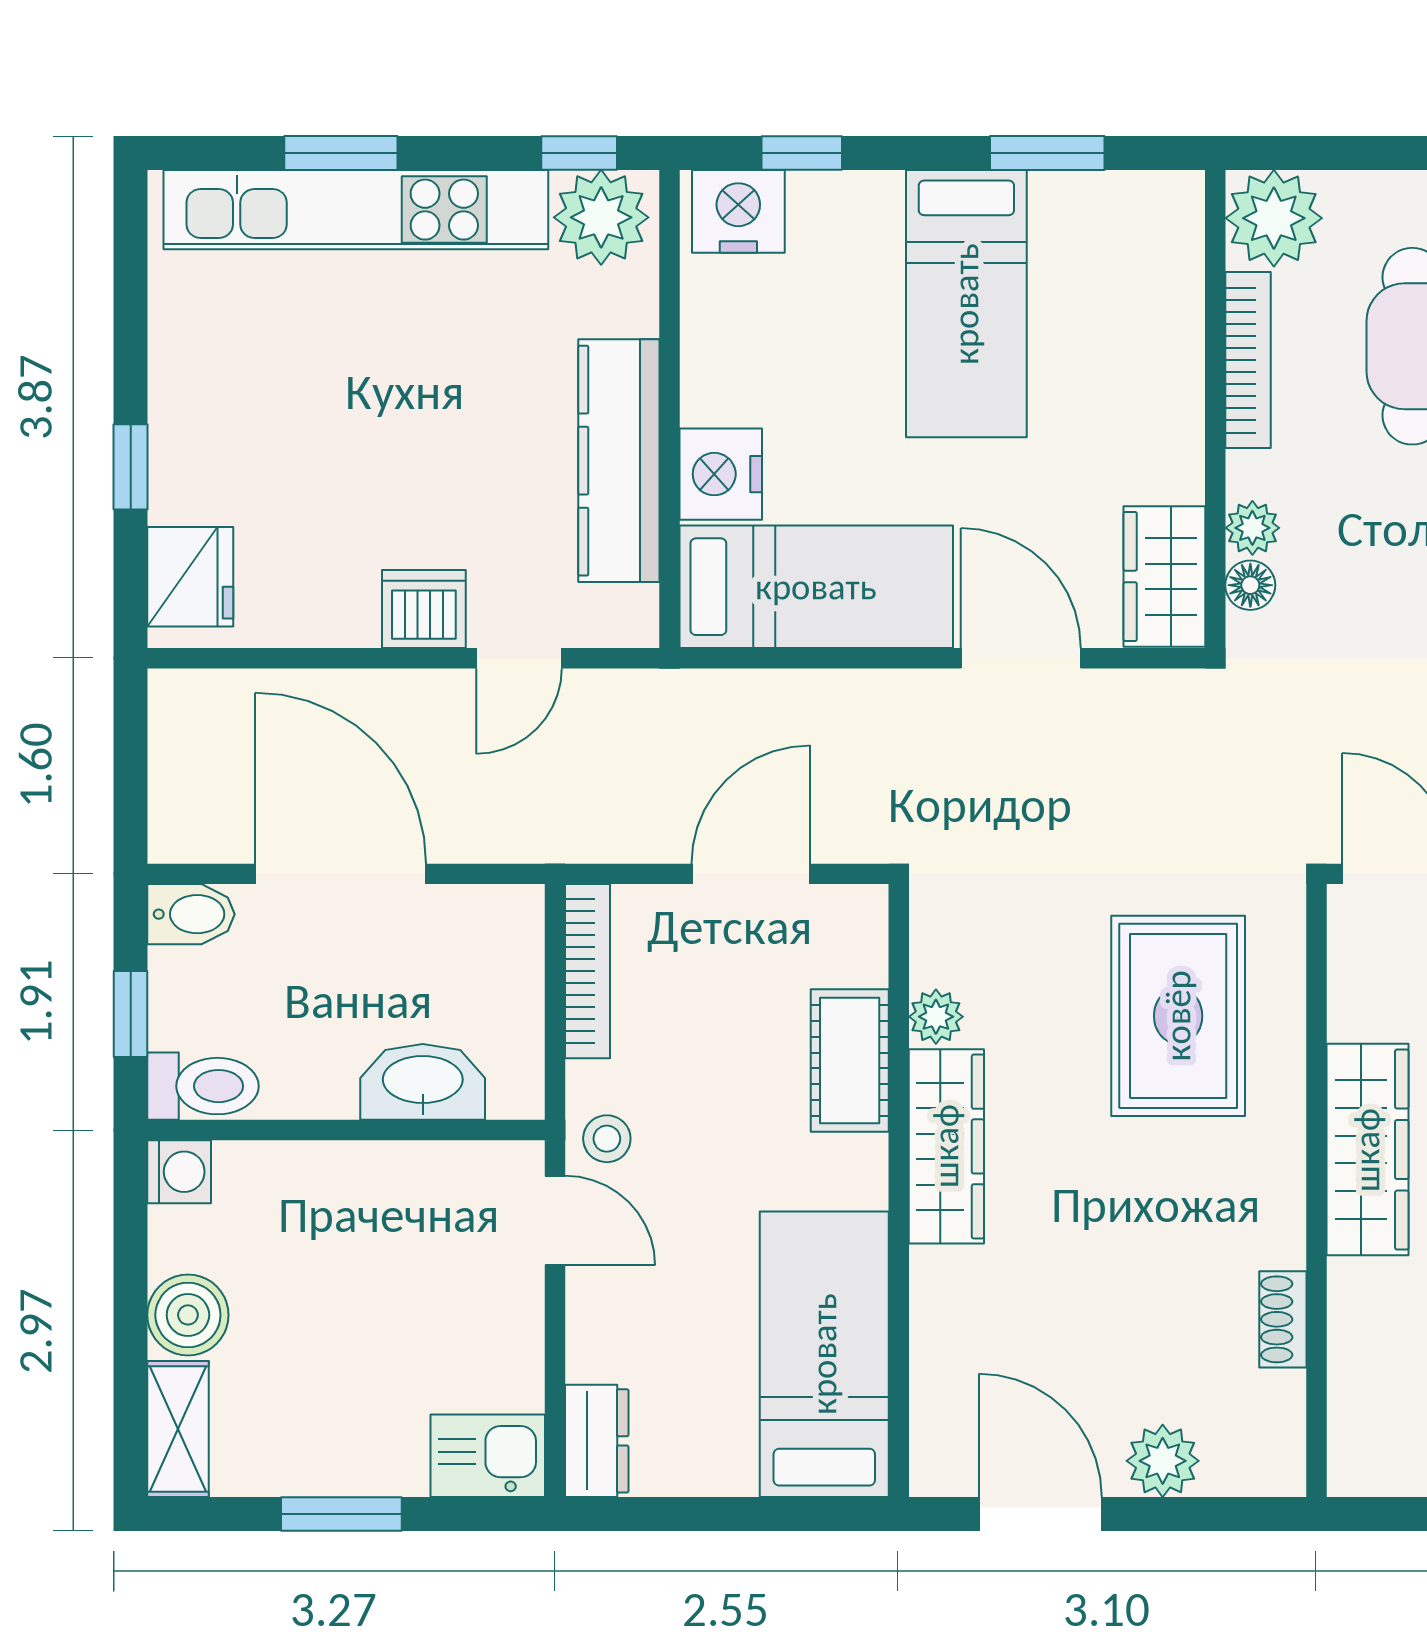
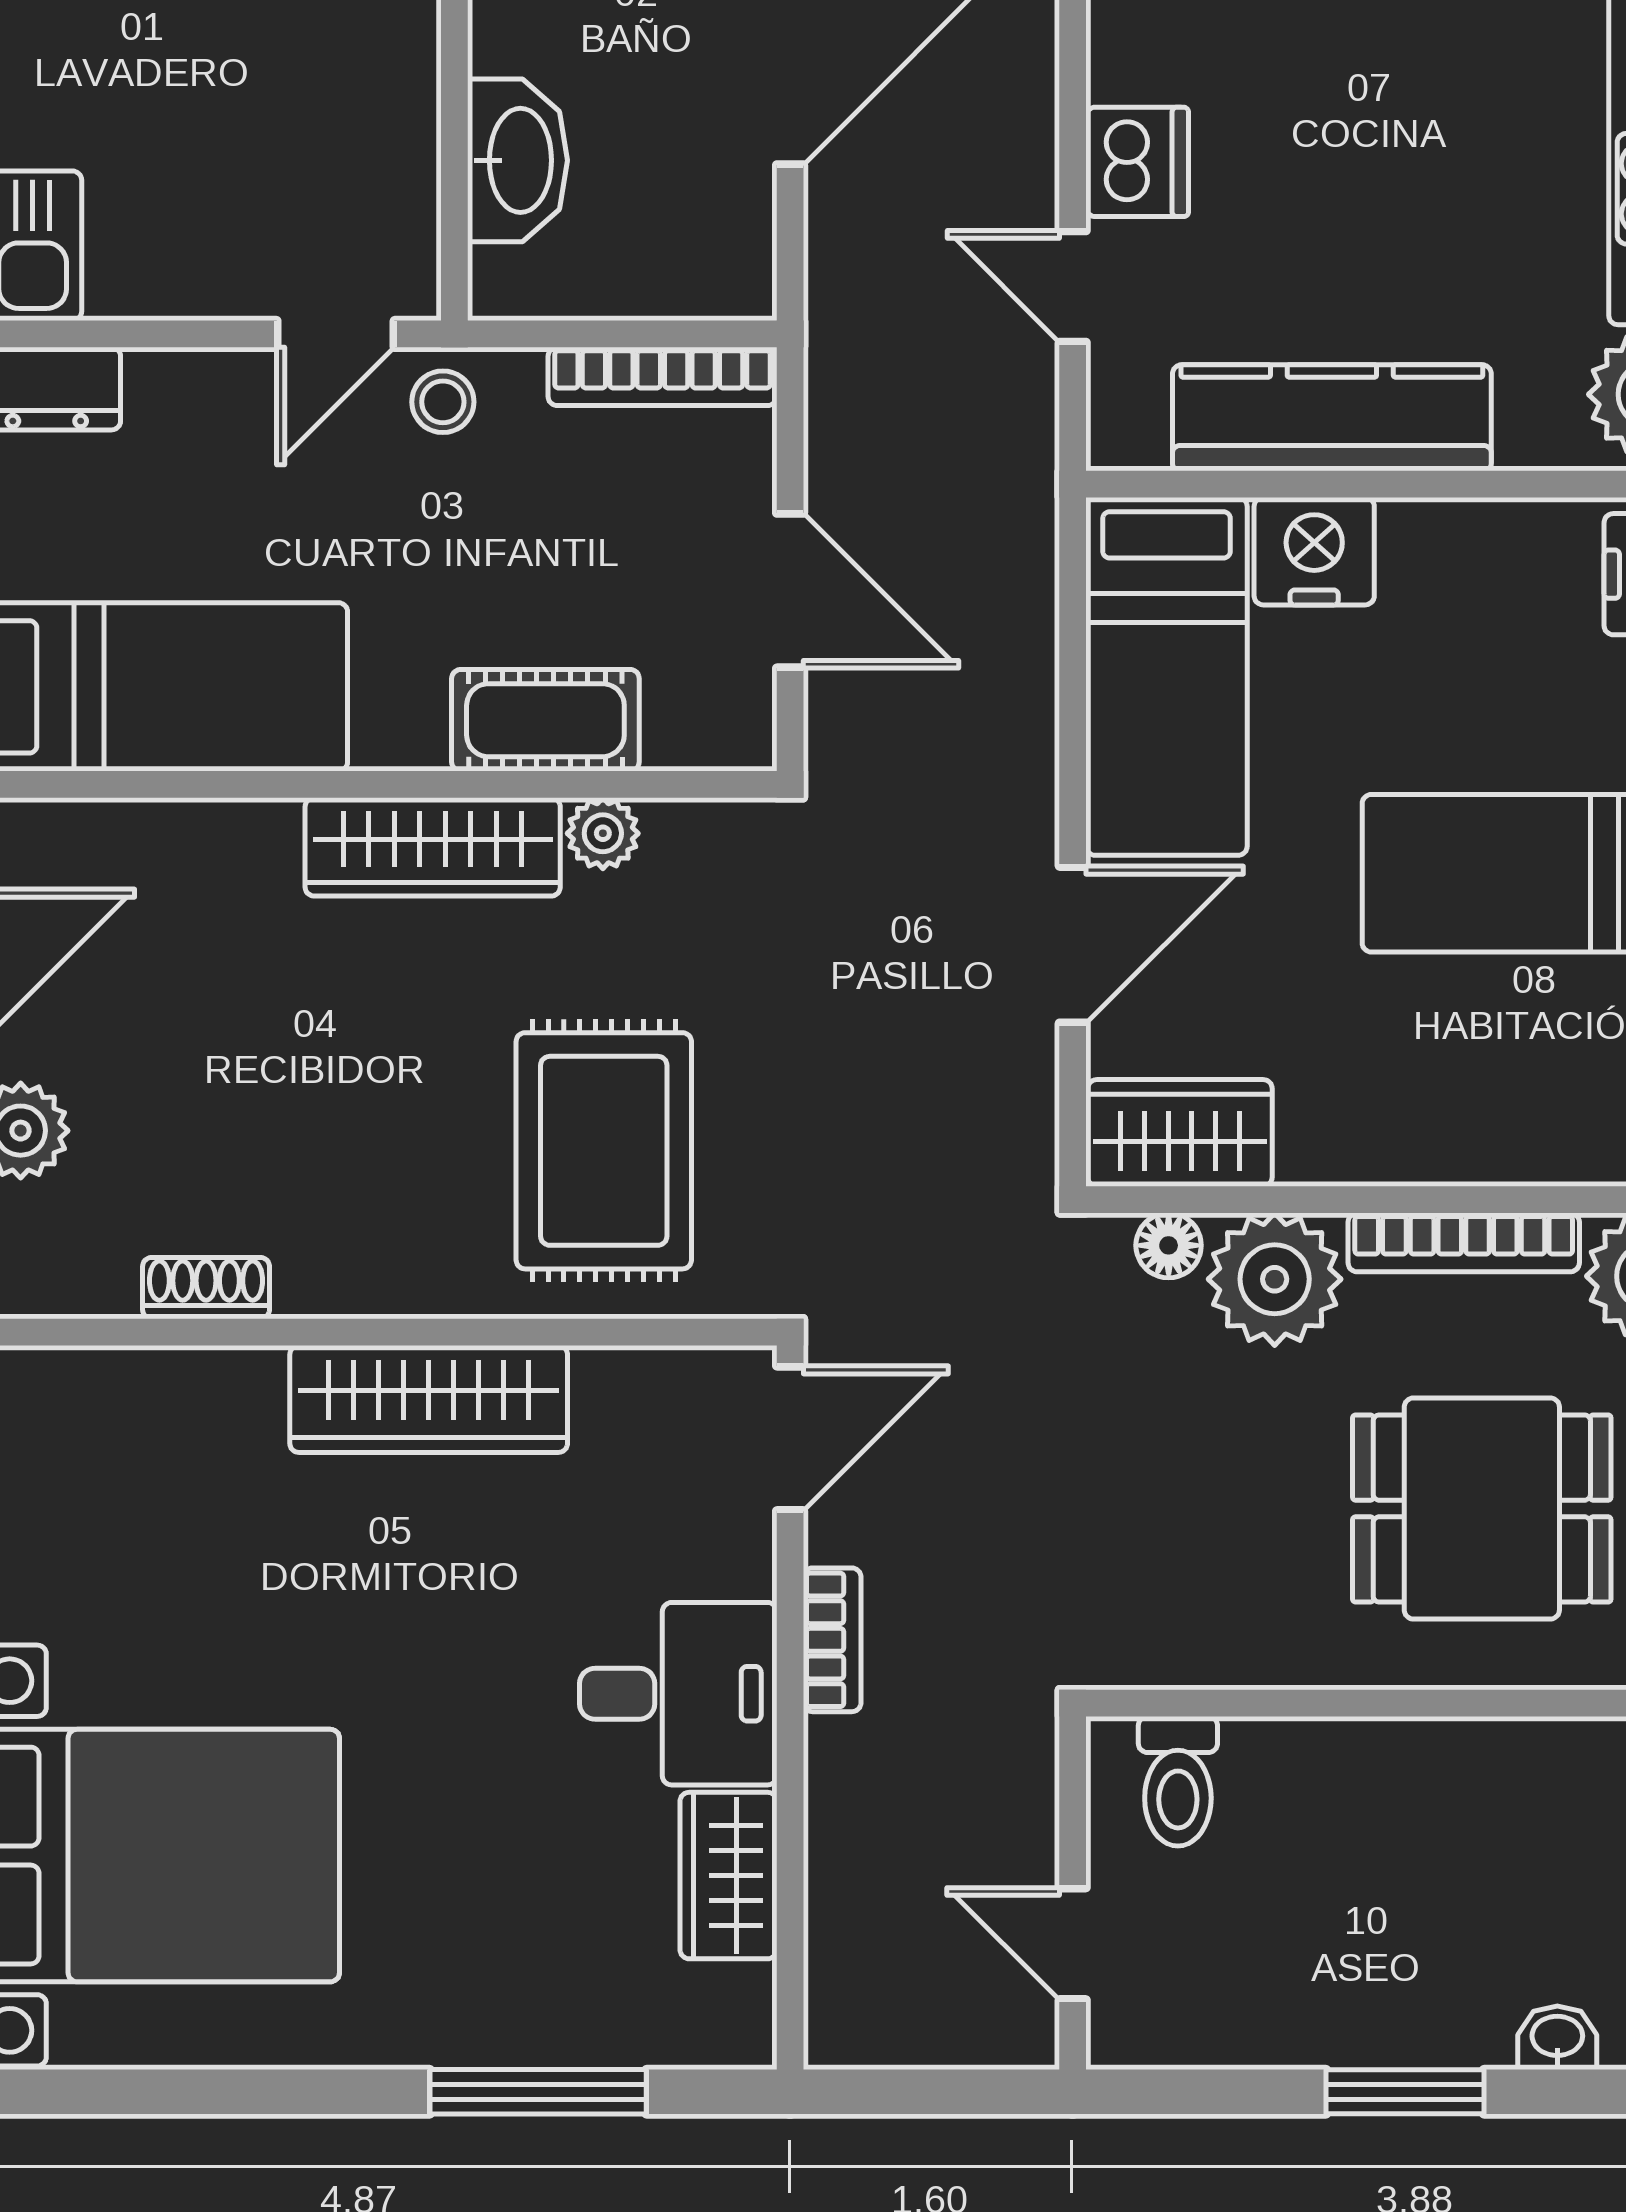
plant: (1252, 528) -> (1275, 1279), width x1.87, depth x1.87
rug: (1178, 1016) -> (604, 1151), turned 90

